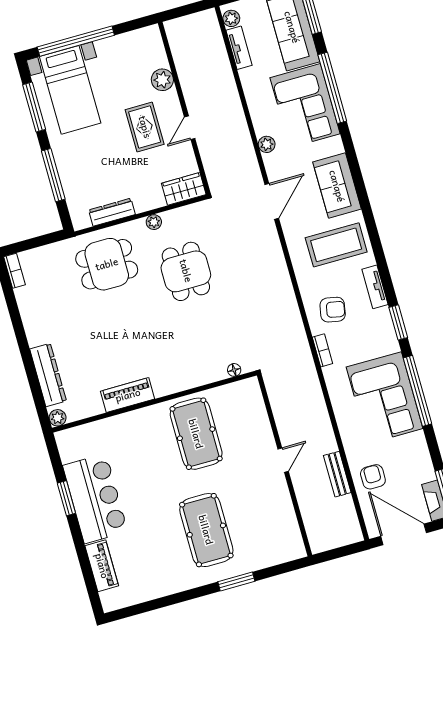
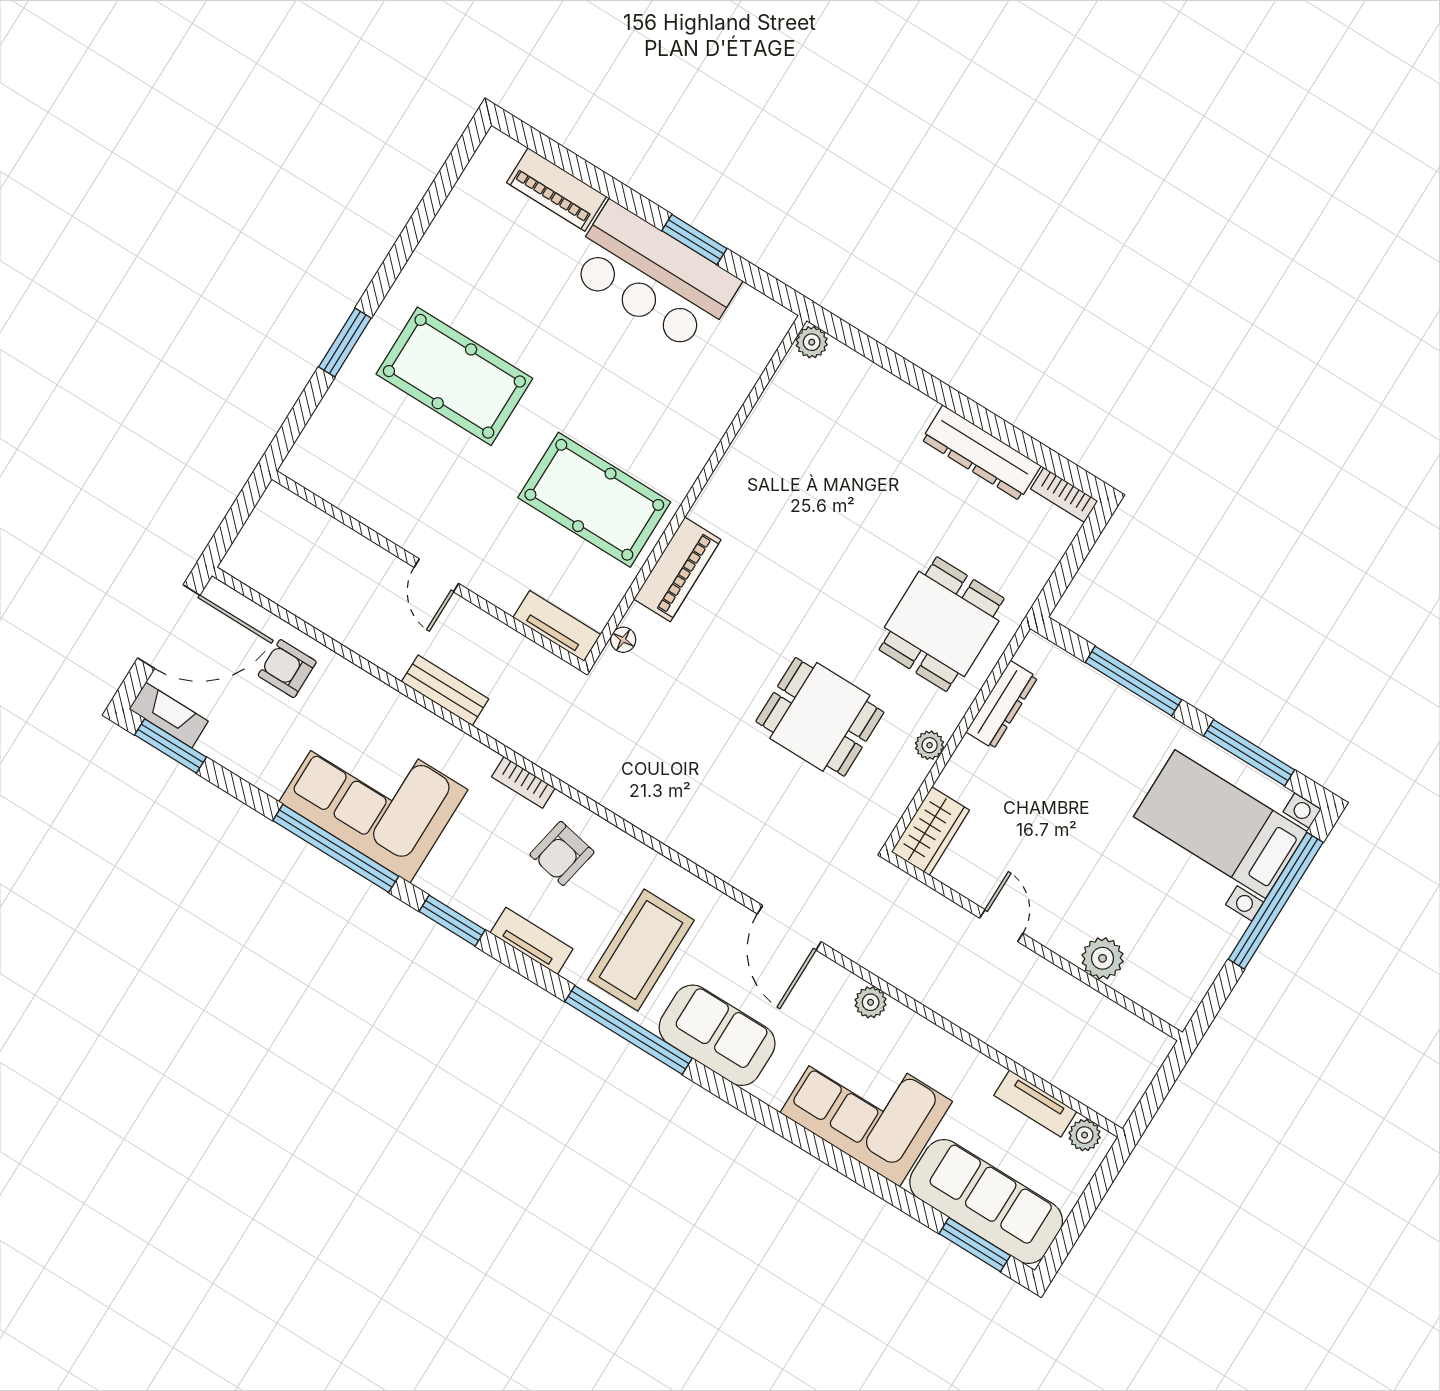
window: (332, 88) -> (628, 1030), moved
rug: (145, 127) -> (1066, 868), removed
dresser: (48, 375) -> (981, 453), moved
piano: (128, 395) -> (677, 569), moved
tv unit: (255, 399) -> (557, 626), added
bench: (337, 474) -> (445, 690), moved
armchair: (373, 477) -> (287, 669), turned 180

